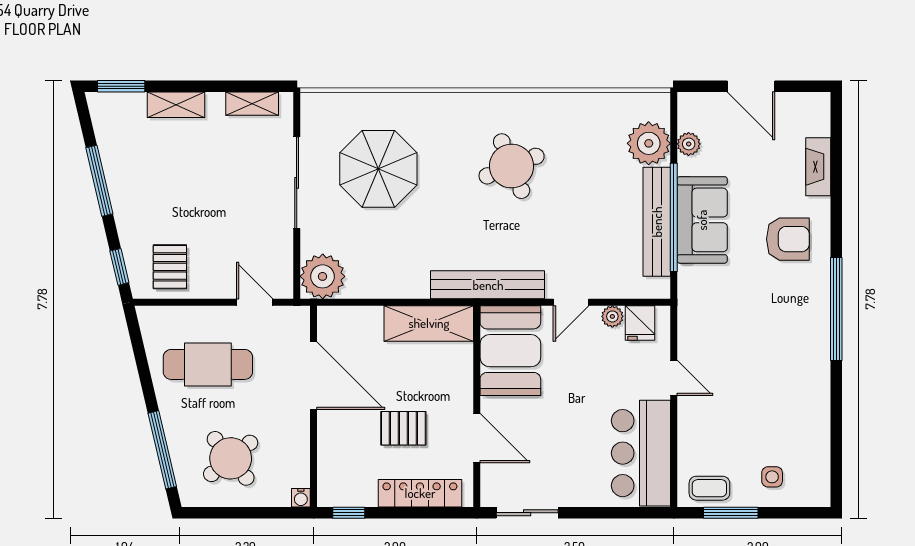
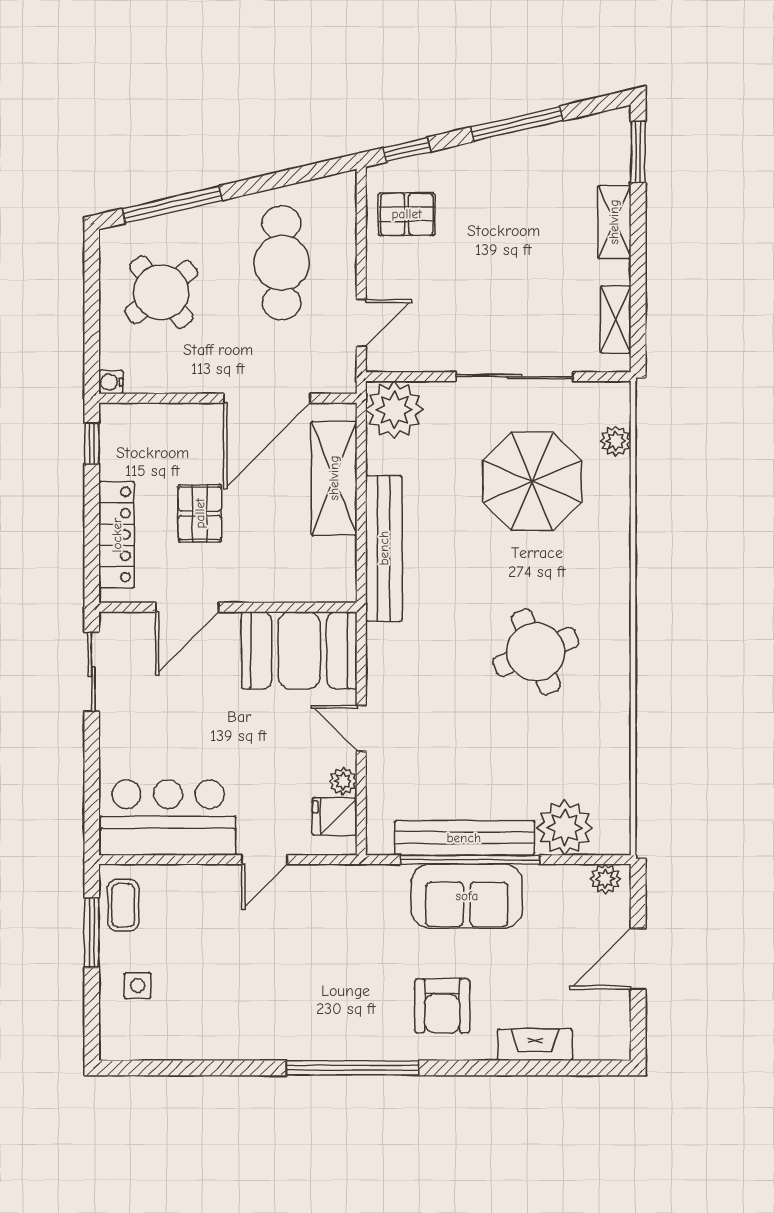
plant: (347, 104) -> (616, 441), added
plant: (689, 144) -> (605, 879), moved
bench: (488, 285) -> (384, 548), moved
shelving: (429, 323) -> (334, 478), moved

